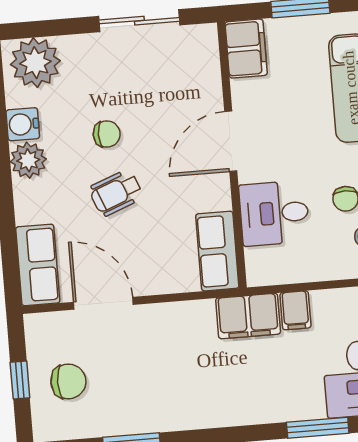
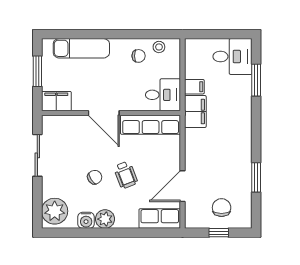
chair: (107, 134) -> (95, 177), turned 56
desk: (274, 213) -> (163, 95), moved, turned -90
row of seats: (217, 251) -> (151, 125), width x1.48

